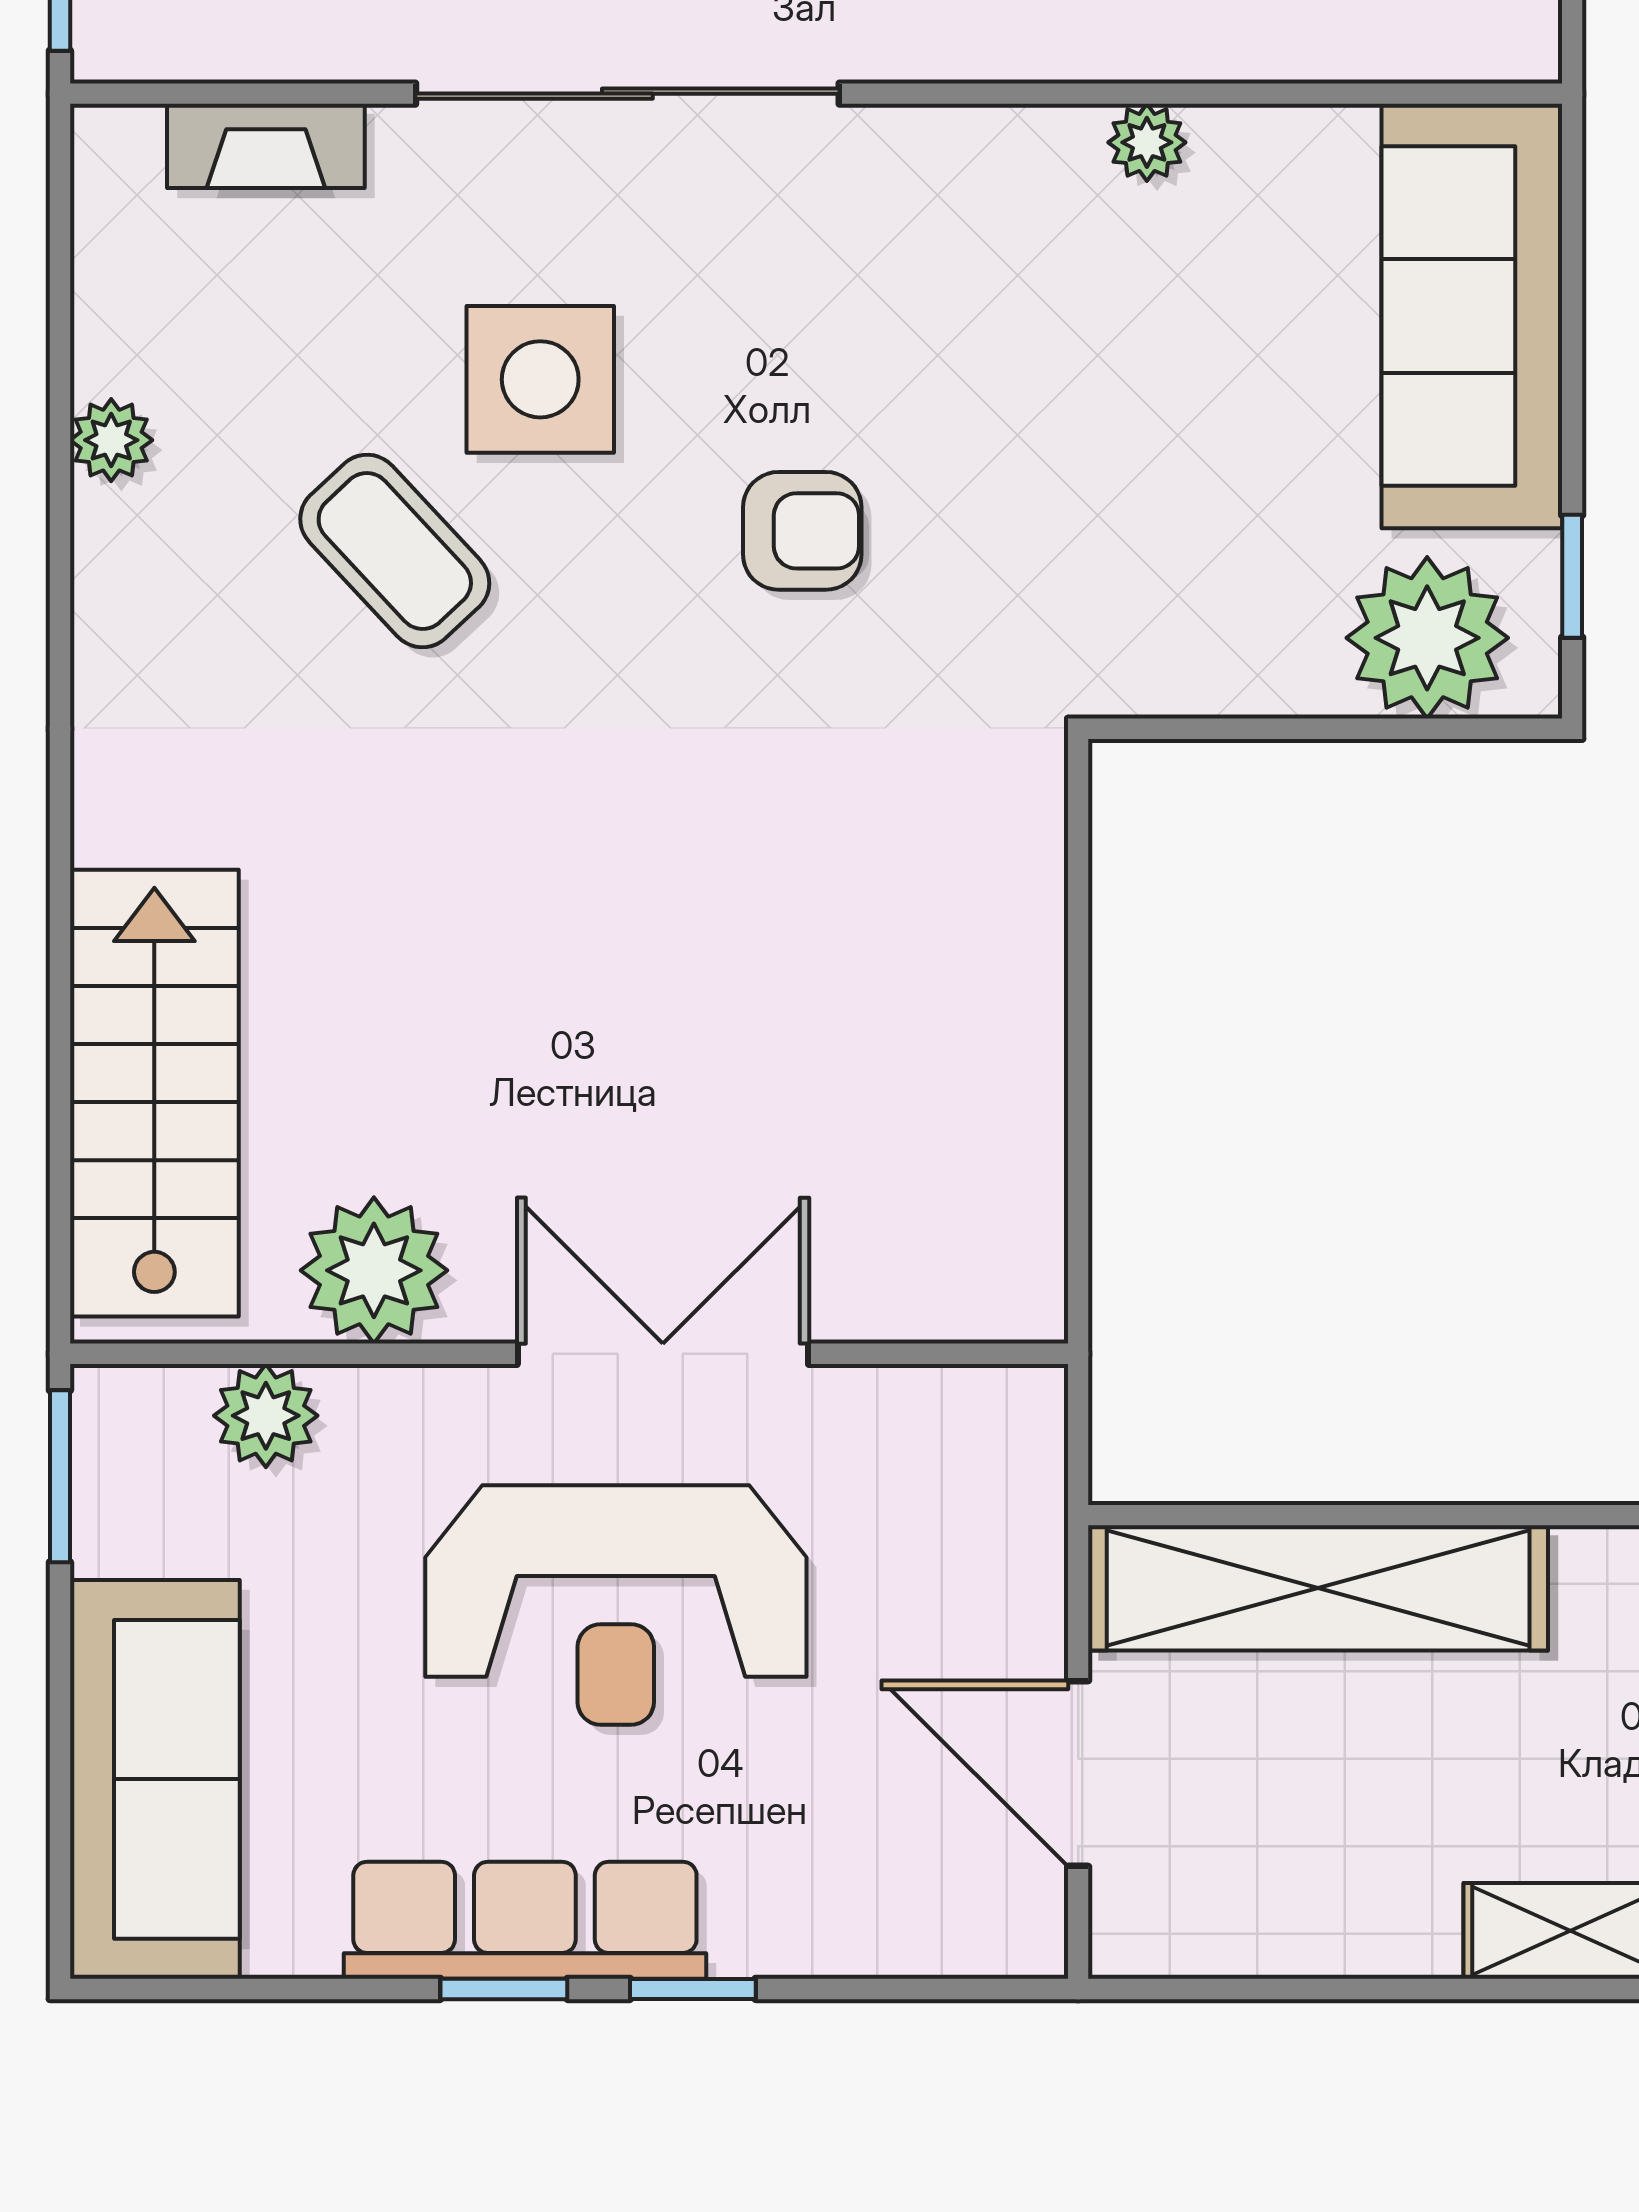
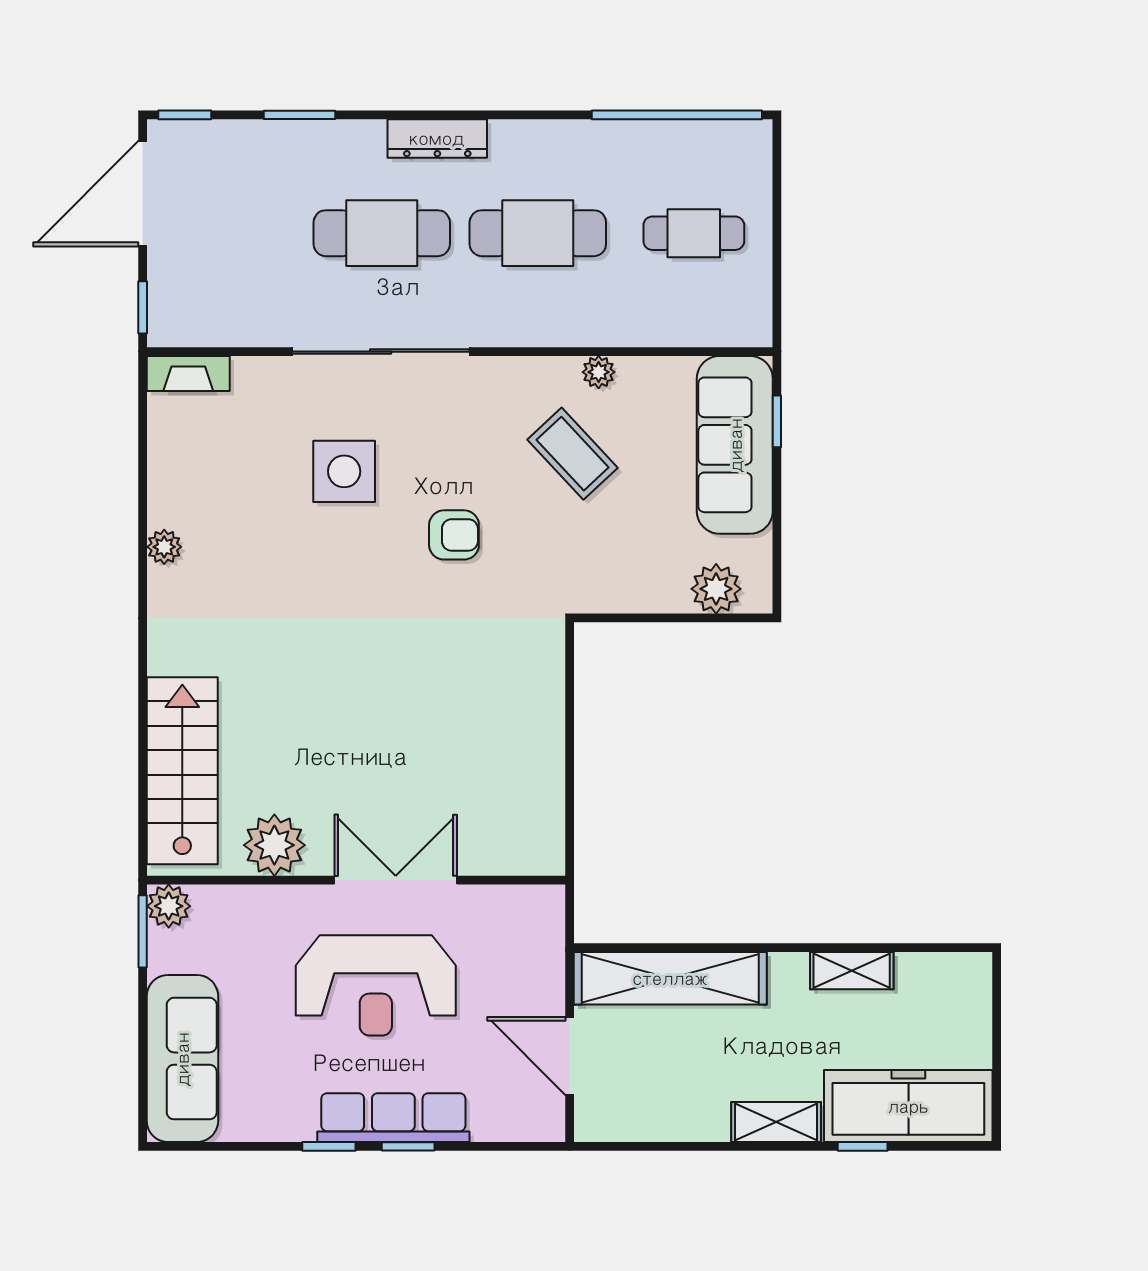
fireplace: (266, 146) -> (188, 373), moved
plant: (111, 440) -> (164, 547), moved
coffee table: (395, 551) -> (573, 454), moved
window: (1572, 576) -> (777, 421), moved
plant: (1427, 638) -> (716, 589), width x0.73, depth x0.73
plant: (266, 1416) -> (169, 906), moved
row of seats: (525, 1920) -> (393, 1118), moved

